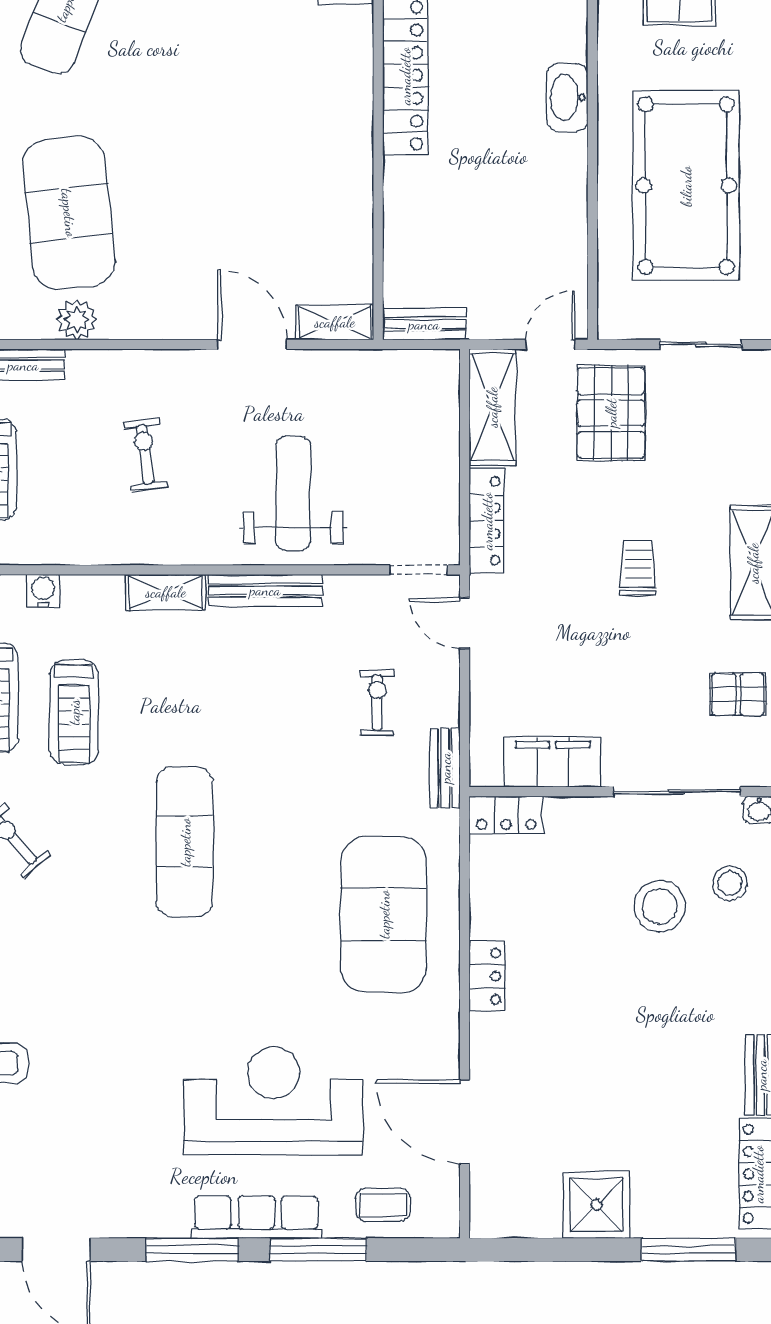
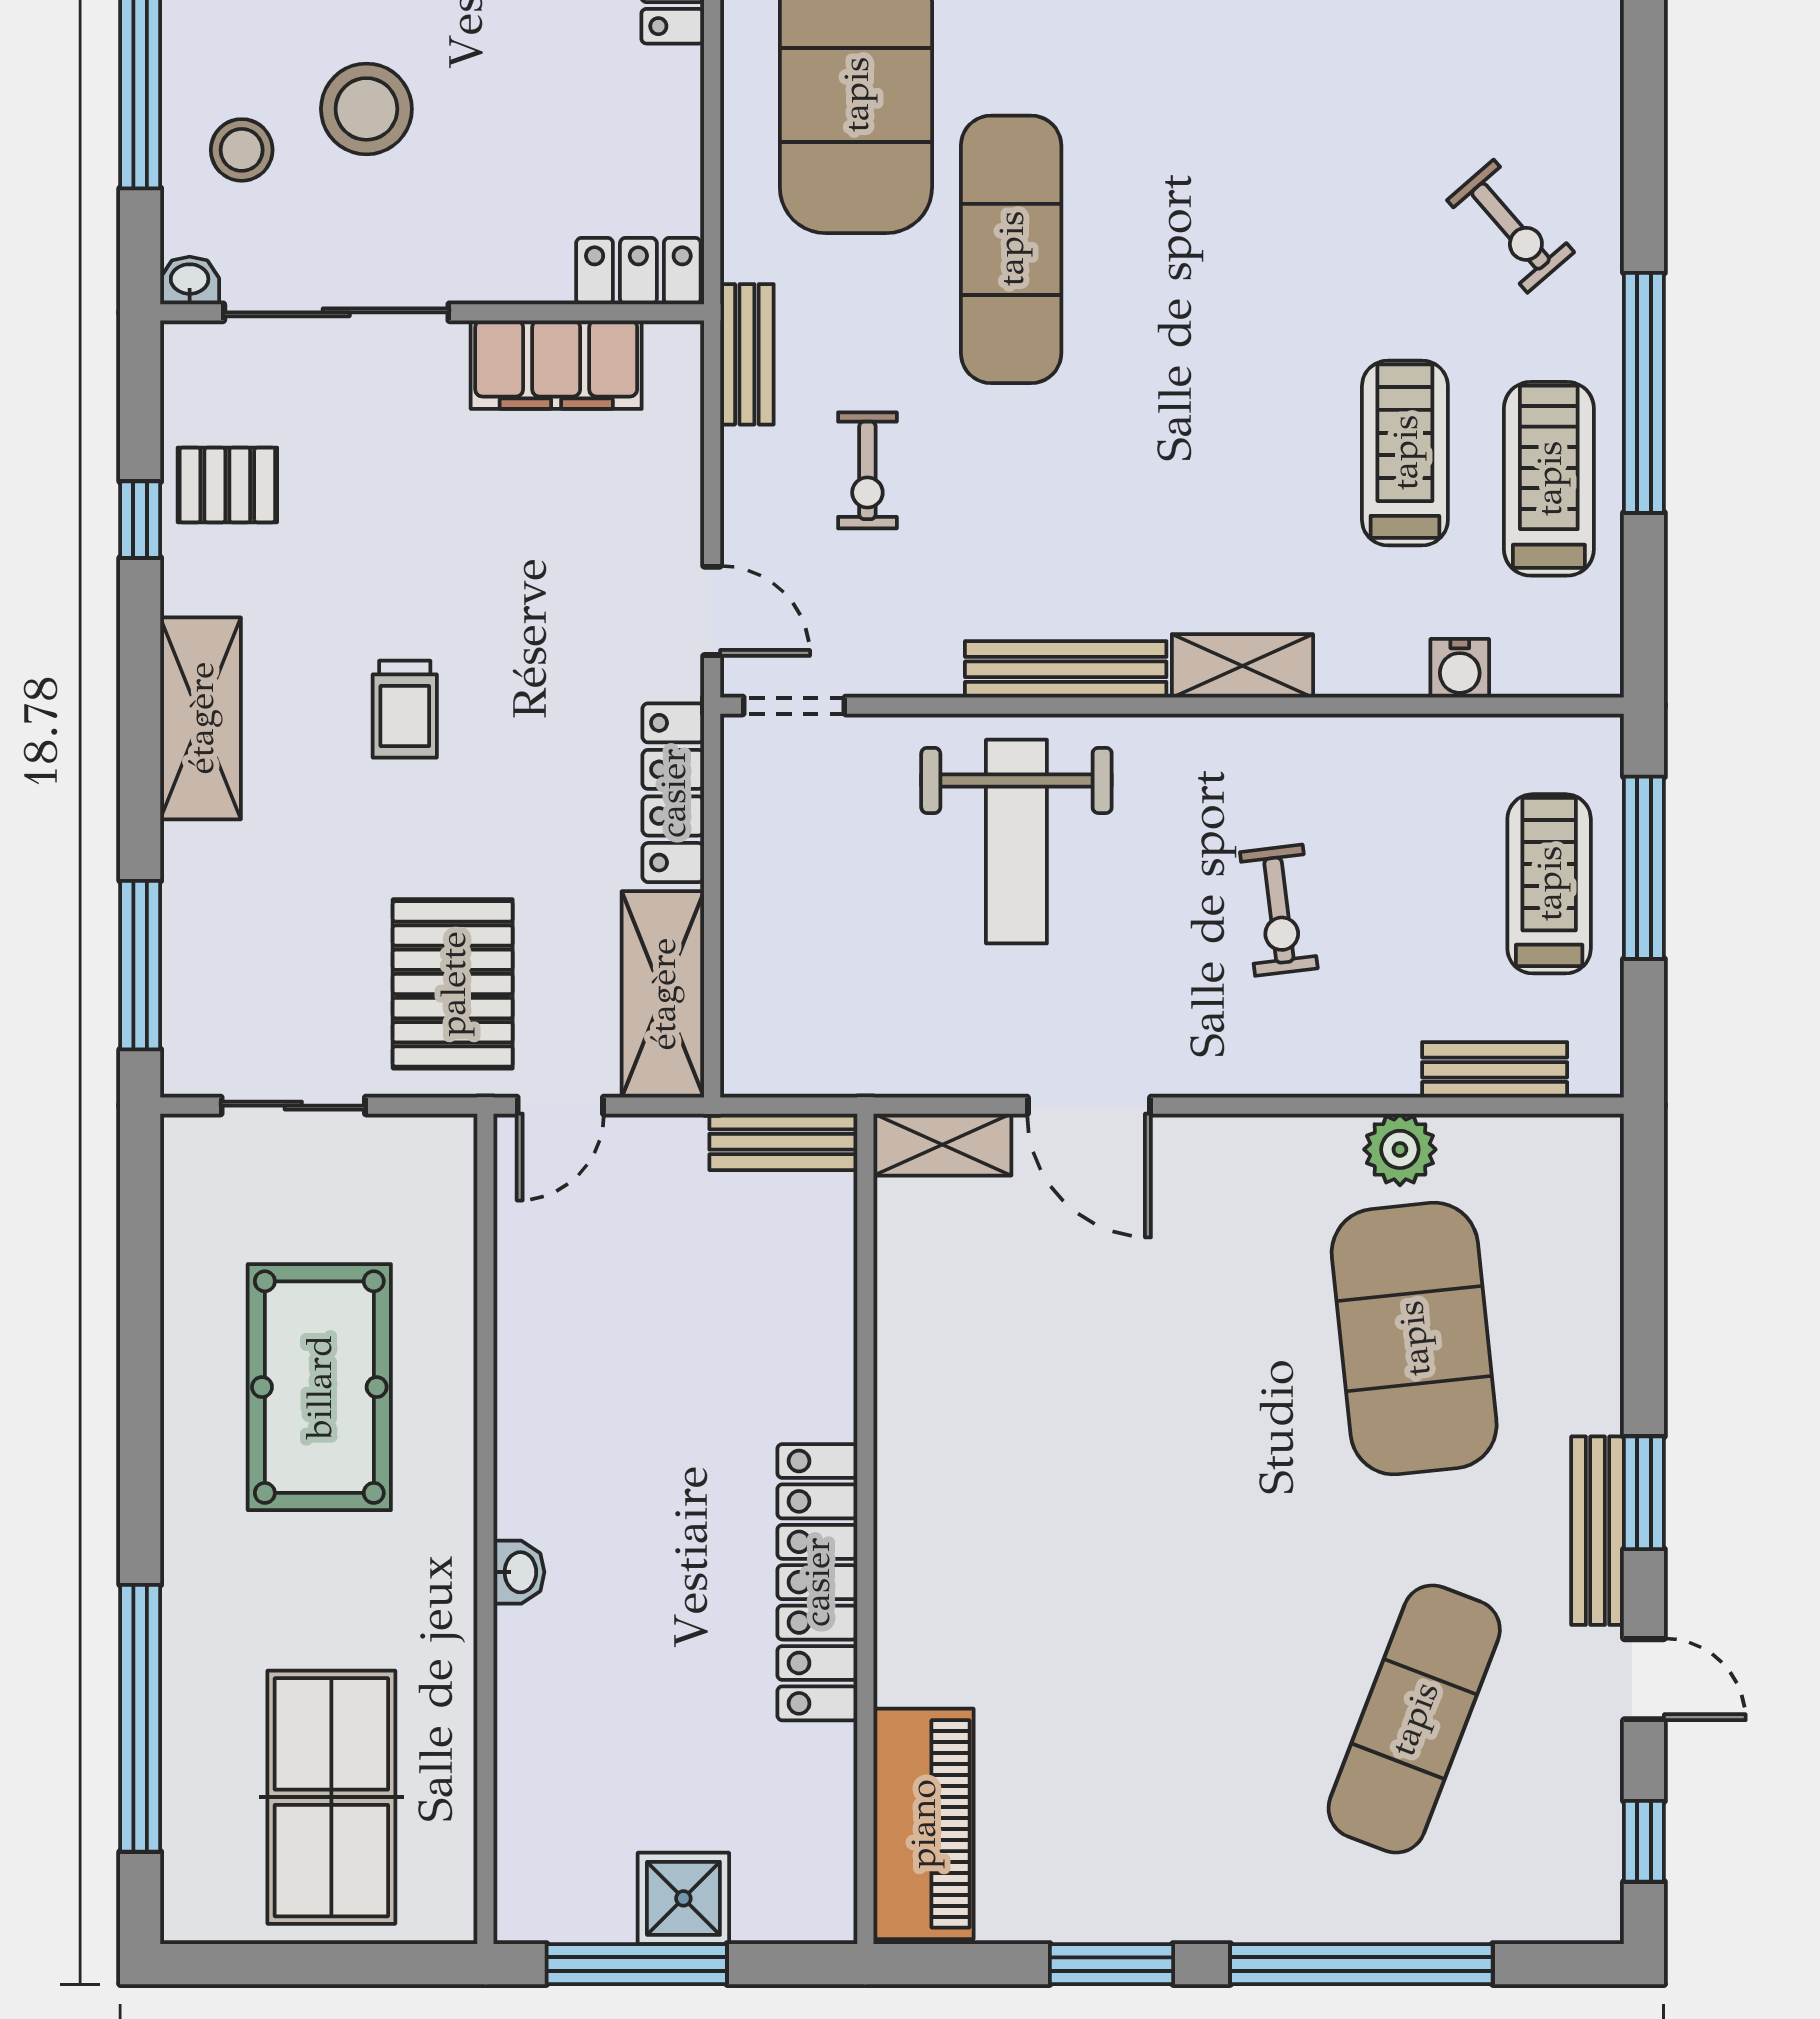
washbasin: (567, 97) -> (519, 1572), width x0.52, depth x0.69
pool table: (686, 186) -> (319, 1387), width x0.73, depth x0.76
exercise mat: (185, 842) -> (1011, 249), moved

